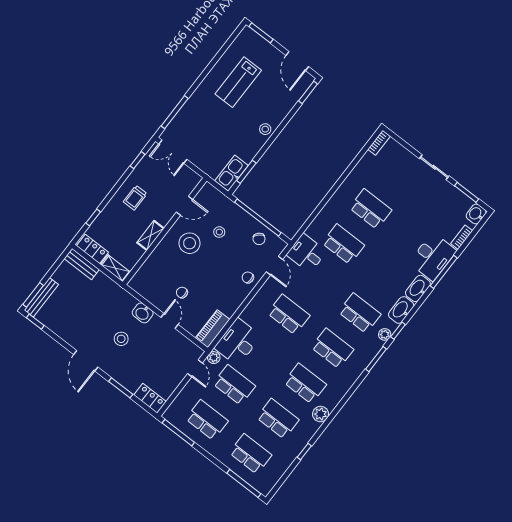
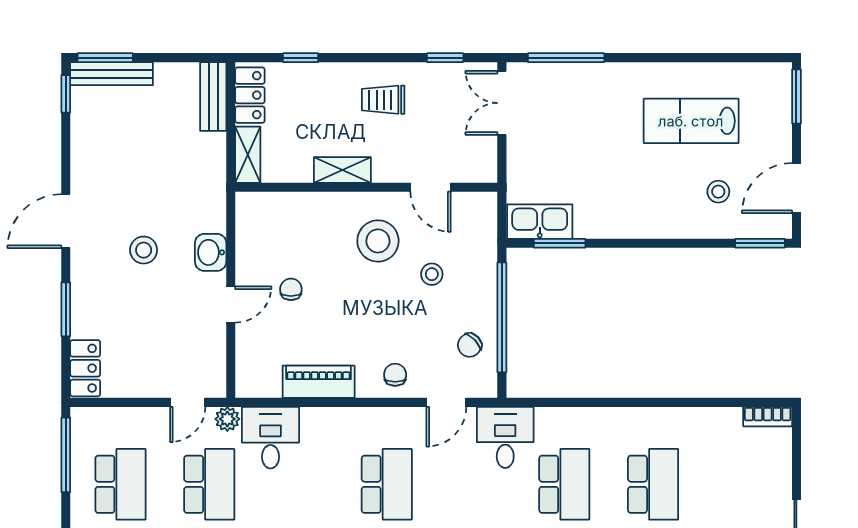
stool: (265, 129) -> (718, 192), moved
piano: (213, 329) -> (319, 382), moved
desk: (238, 342) -> (270, 438), width x0.73

